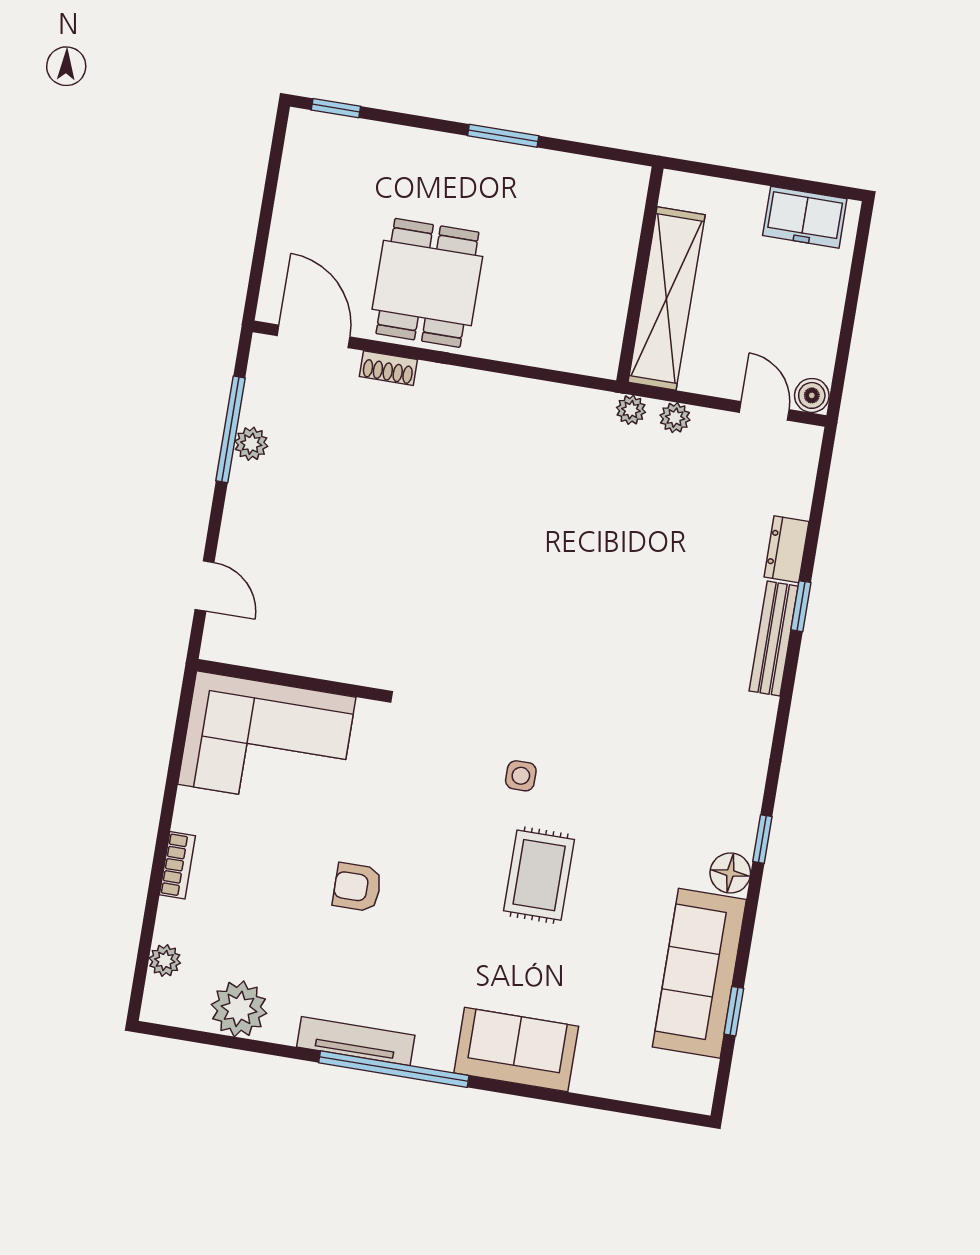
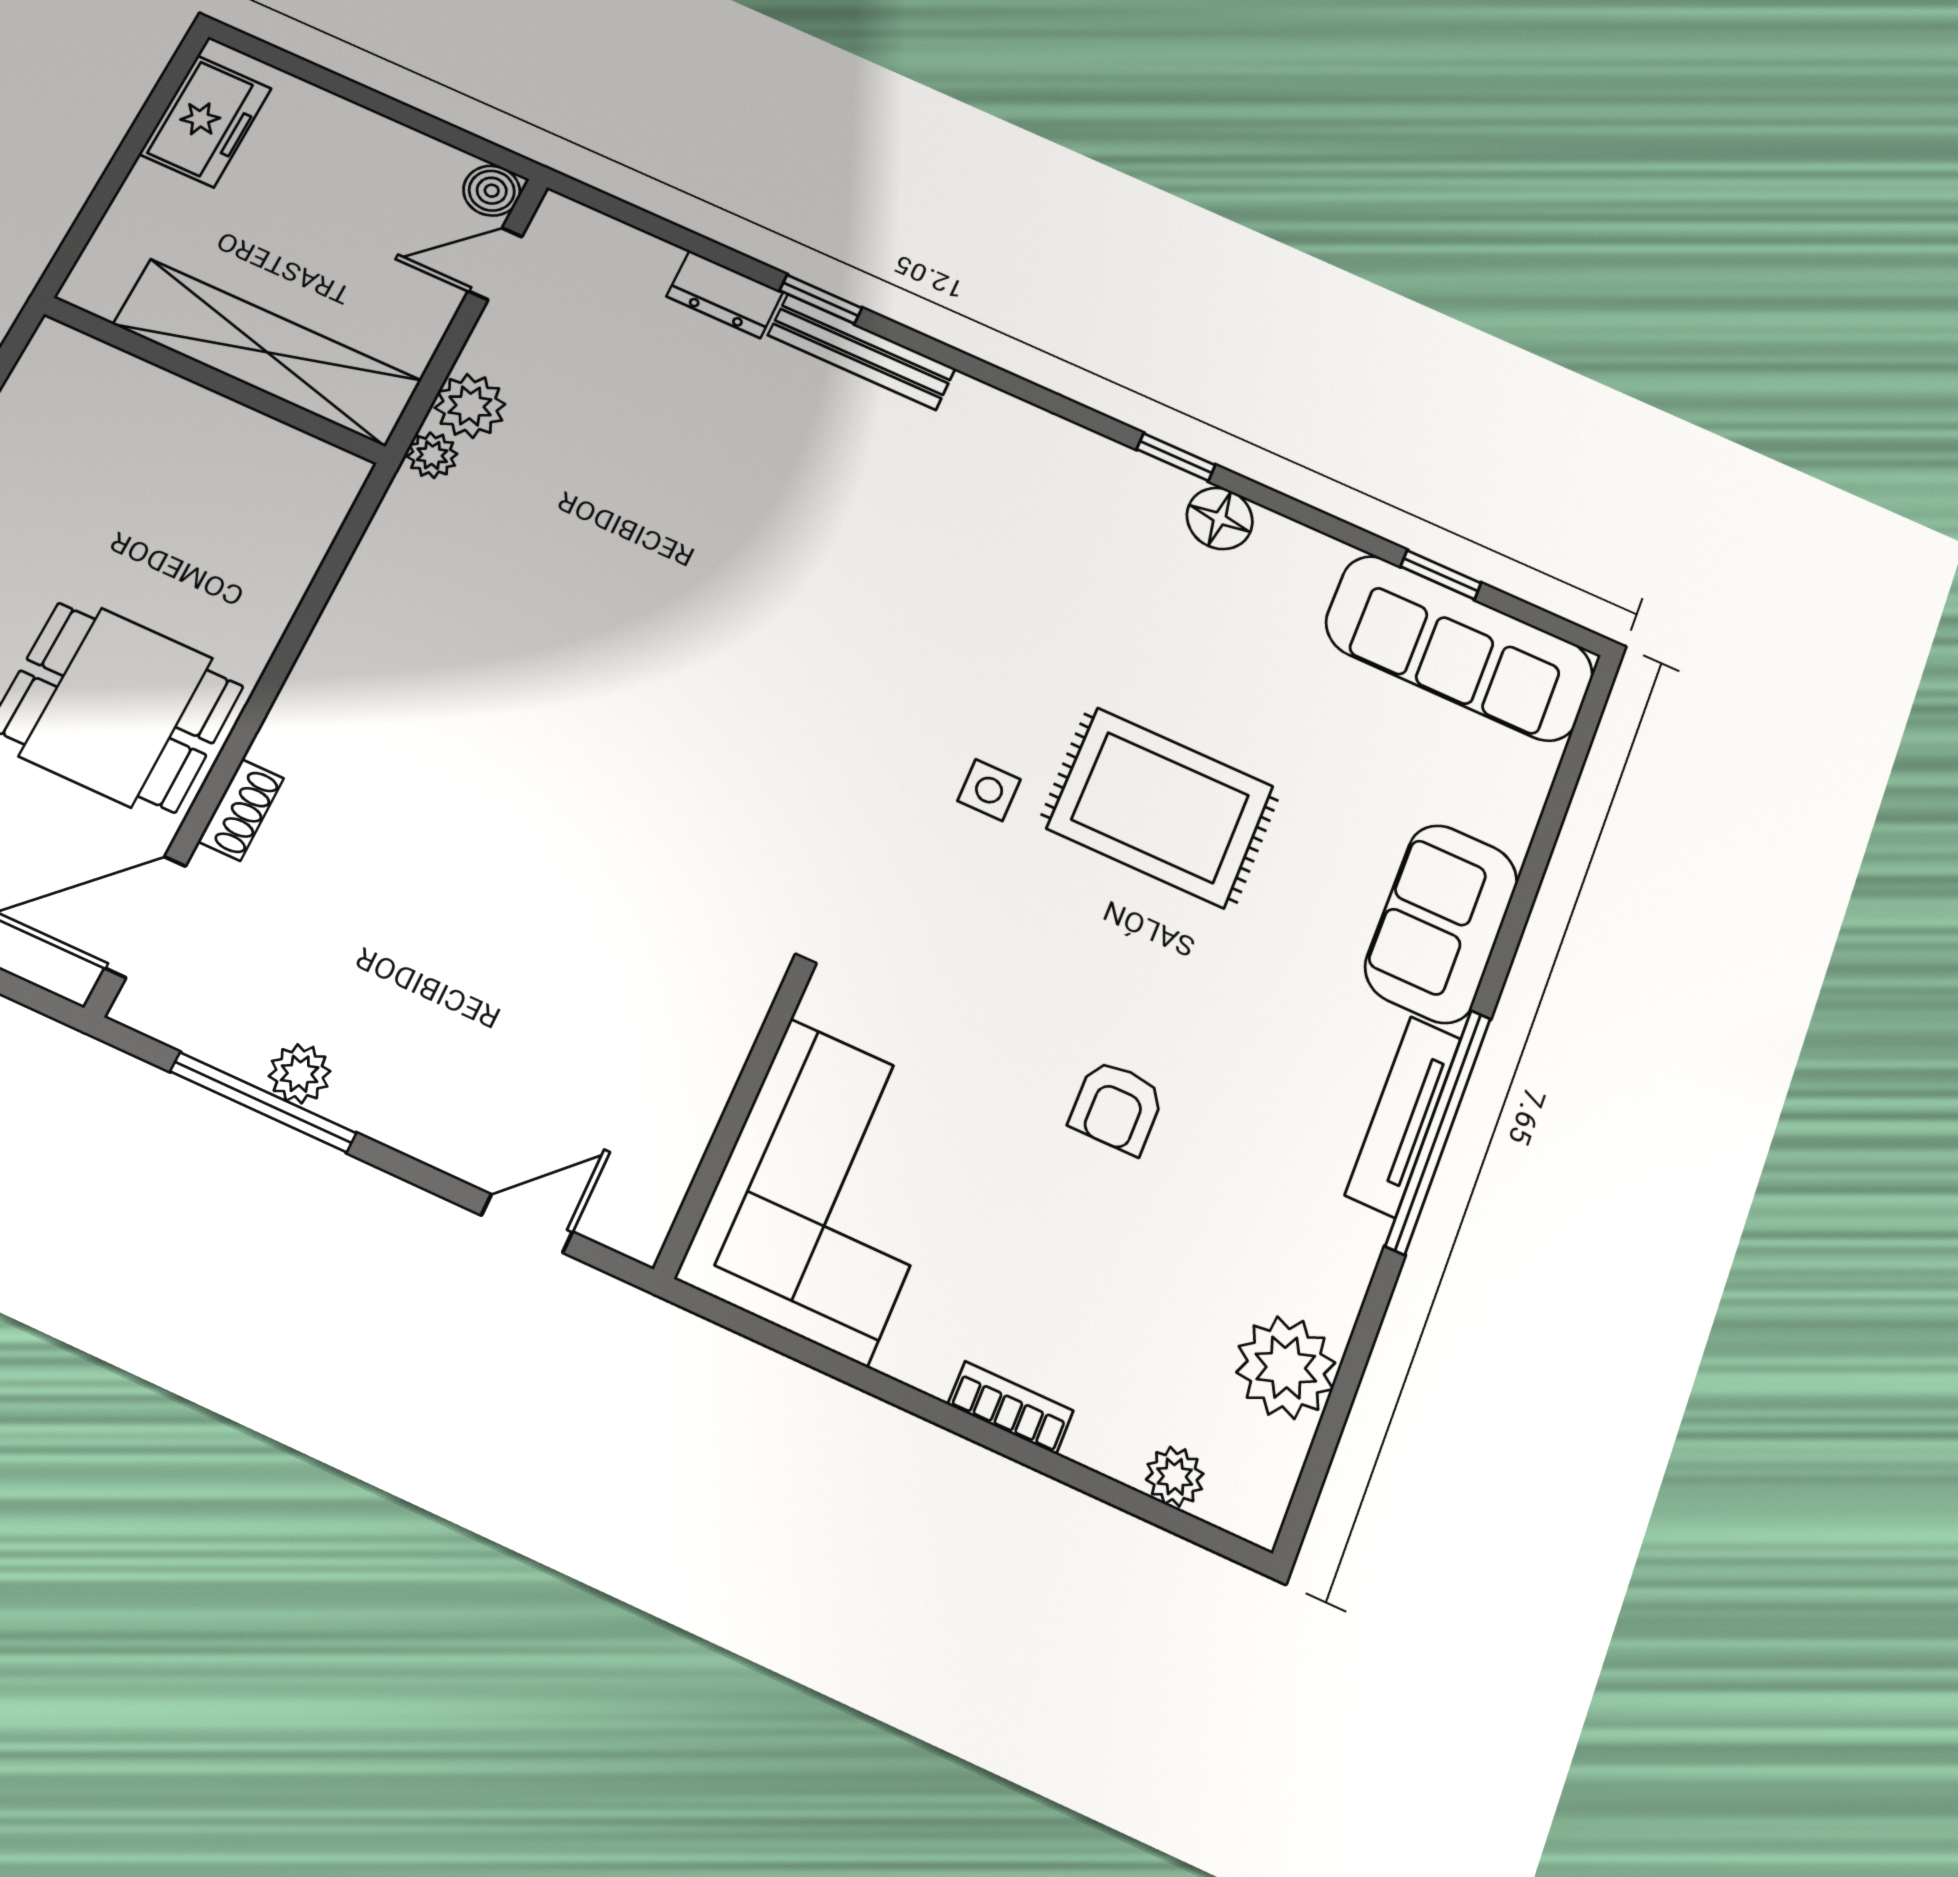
plant: (675, 418) -> (470, 406), width x1.38, depth x1.38
rug: (539, 875) -> (1160, 807), width x1.36, depth x1.43
sofa: (699, 973) -> (1459, 648), moved
tv unit: (356, 1041) -> (1403, 1116), moved

